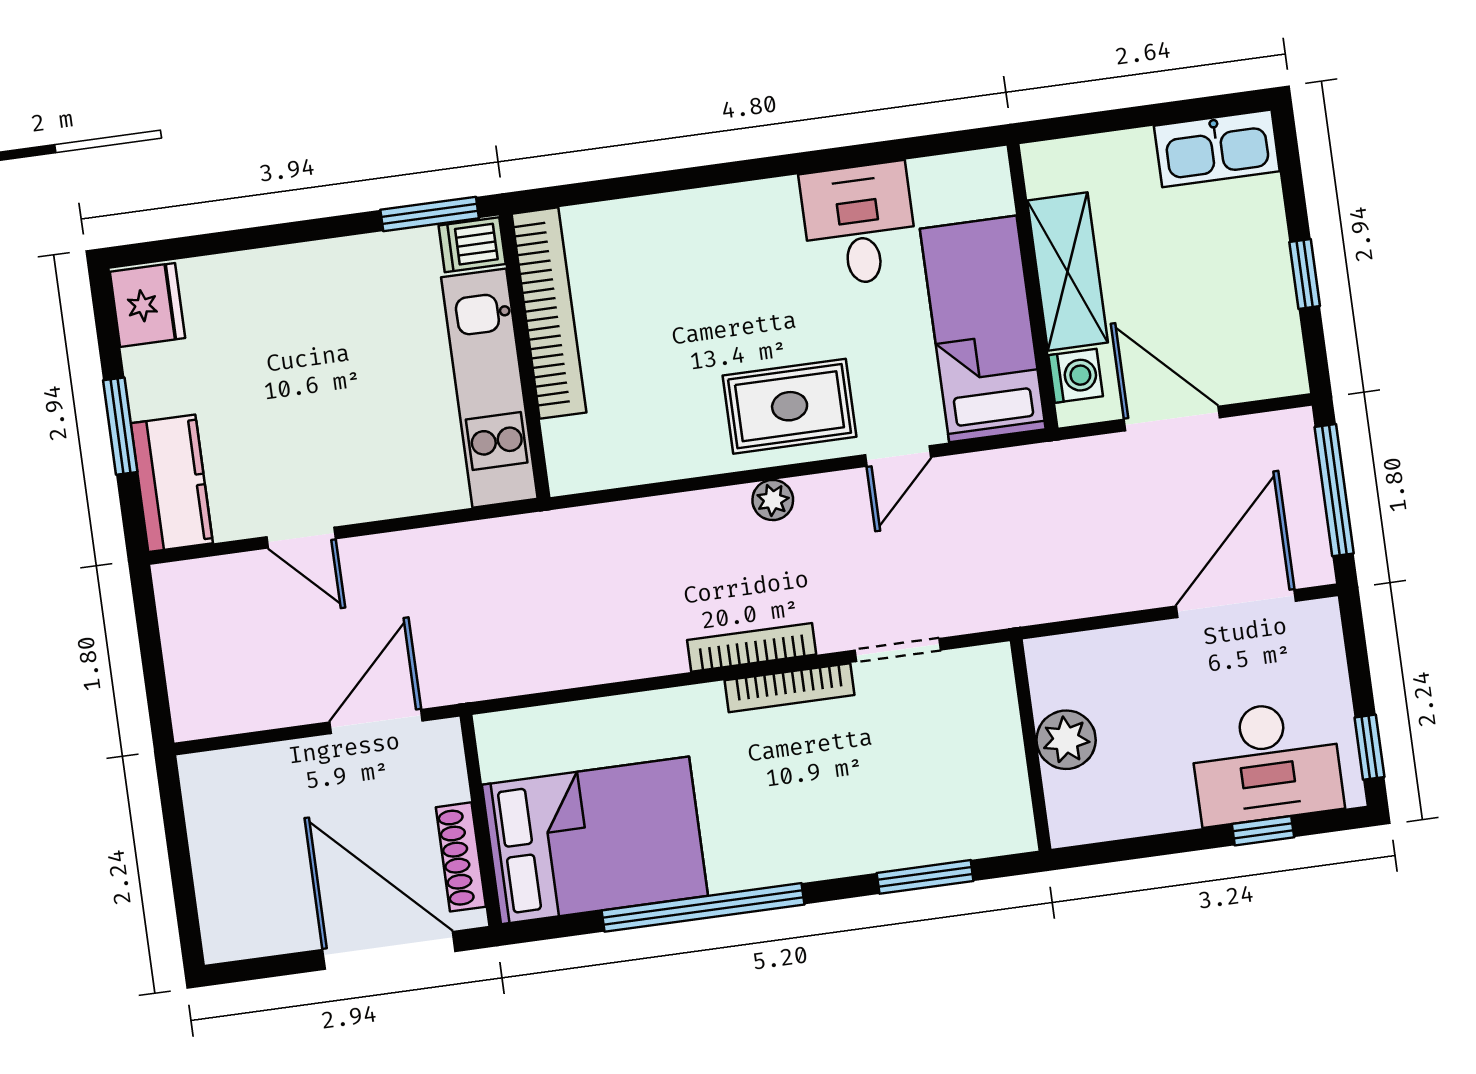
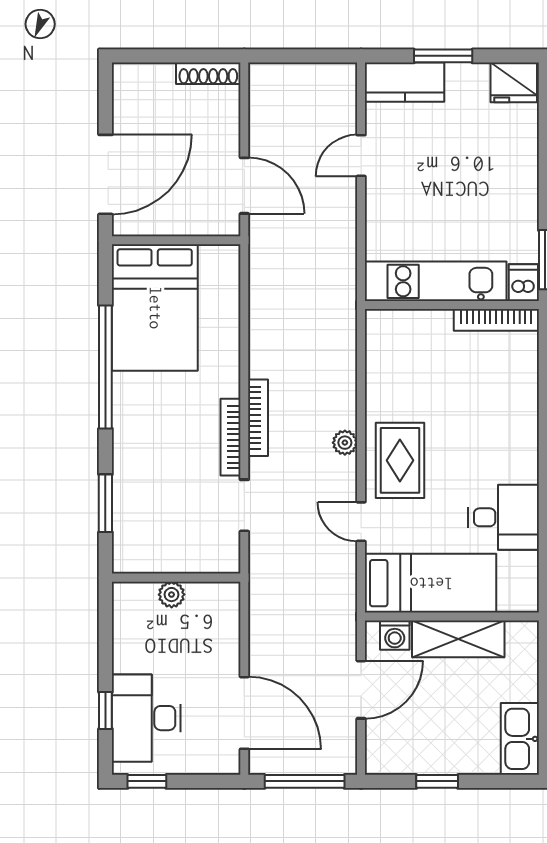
bookcase: (549, 313) -> (496, 320), width x0.68, depth x0.76
plant: (1066, 740) -> (172, 595), width x0.73, depth x0.73
shoe rack: (461, 857) -> (208, 73), moved, turned 180

